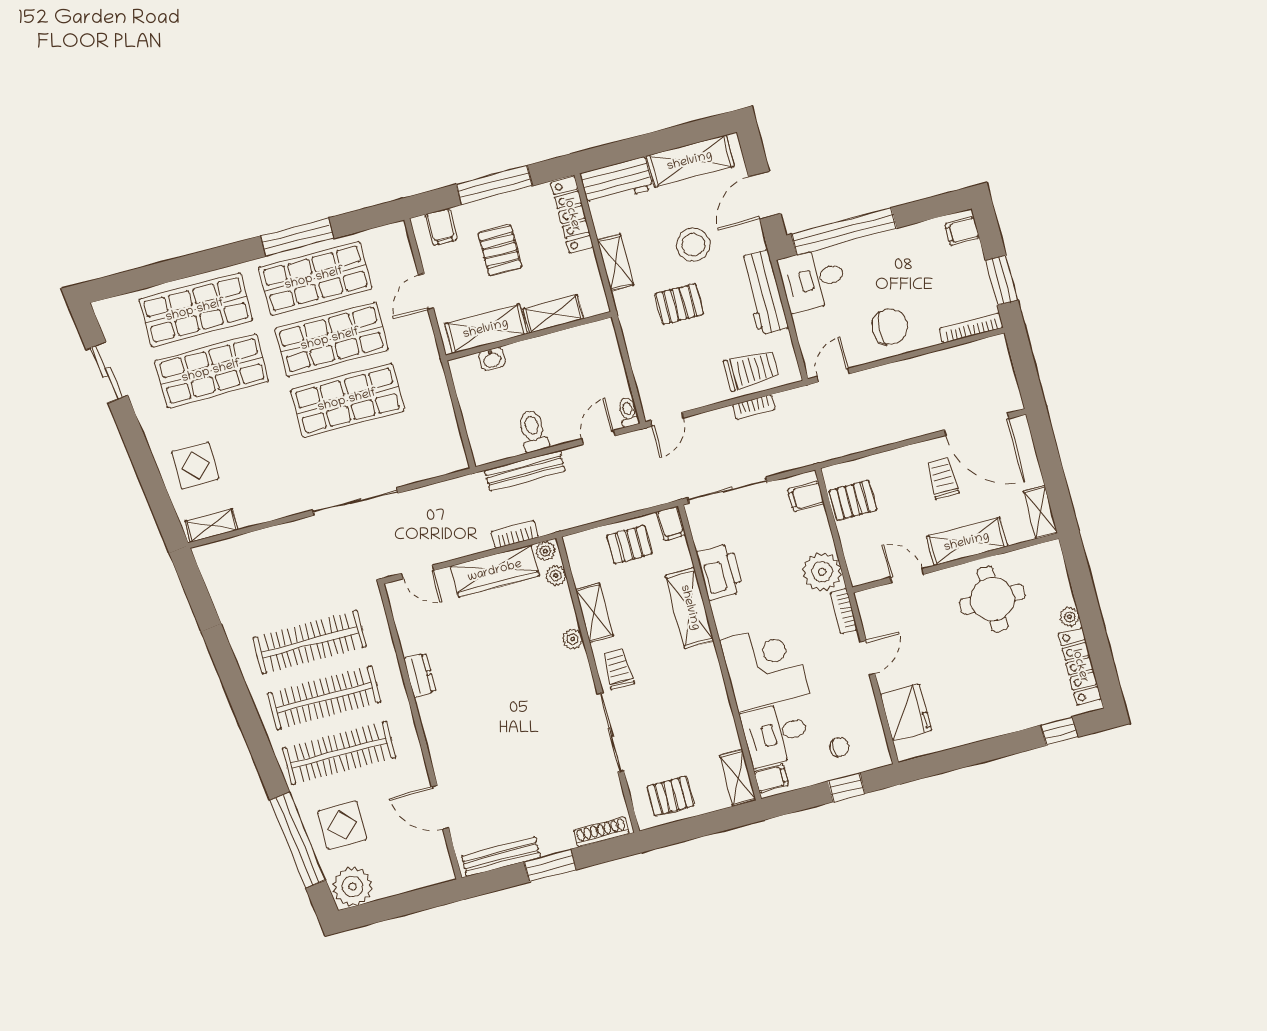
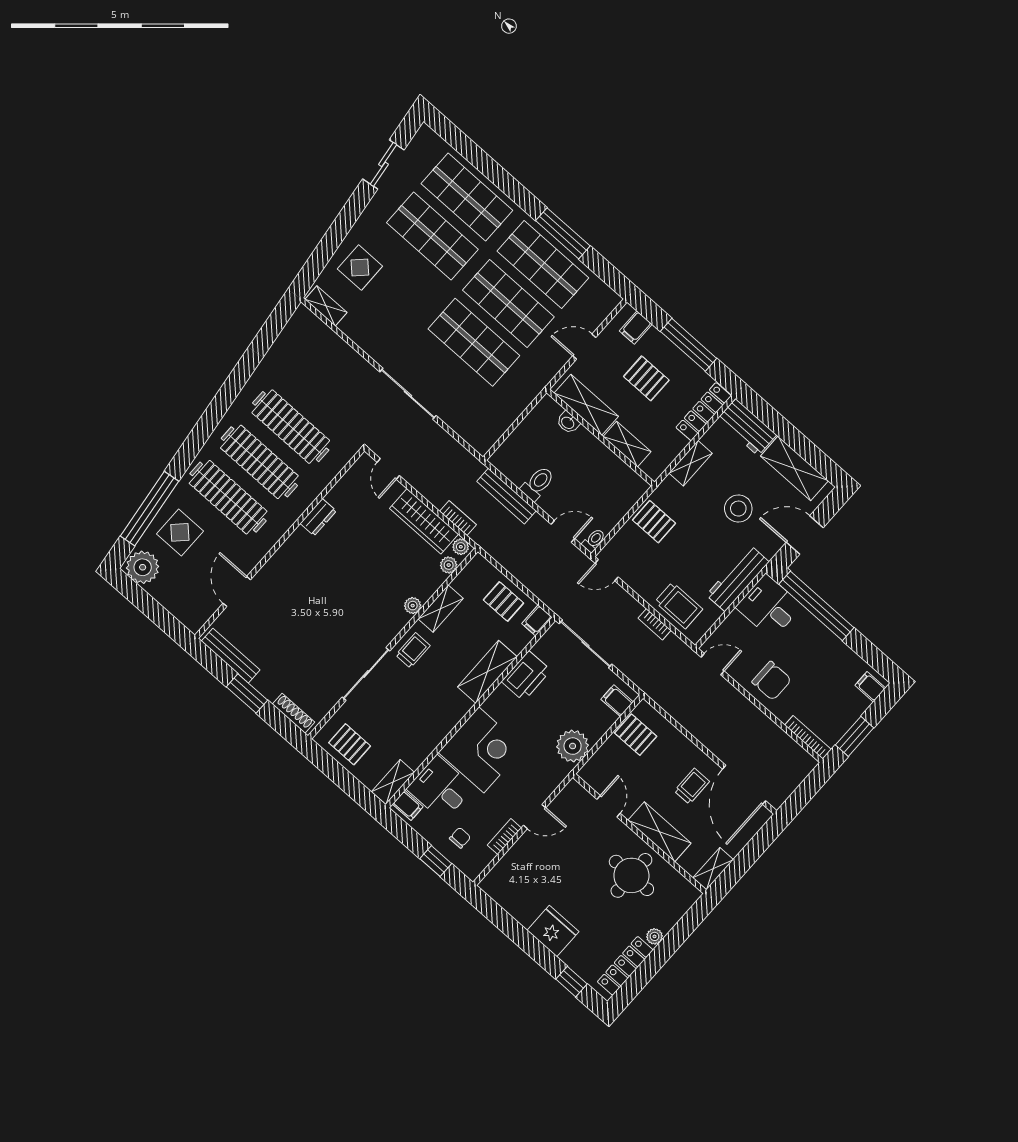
pallet: (500, 250) -> (646, 378), turned 90
pallet: (679, 304) -> (654, 522), moved
bookcase: (844, 611) -> (504, 837), moved
fridge: (906, 712) -> (553, 931), moved, turned -90
chair: (839, 747) -> (460, 838), turned -90

